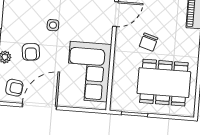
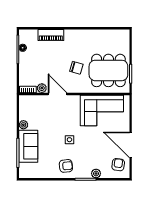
armchair: (31, 52) -> (66, 166), moved
dining table: (164, 83) -> (108, 70), moved, turned 90

